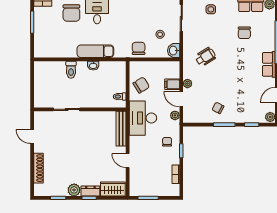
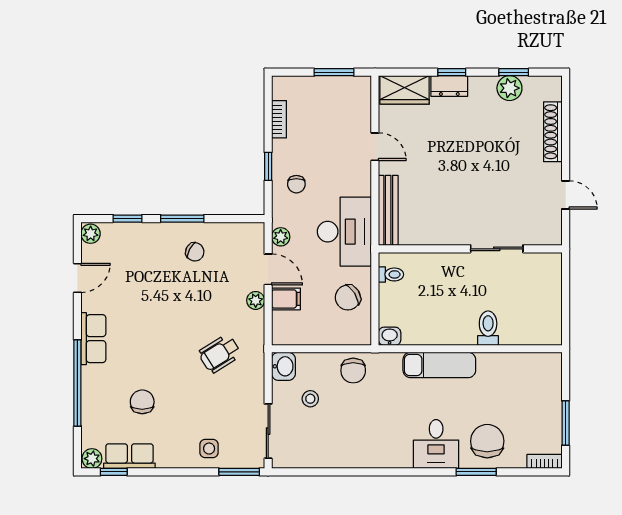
washbasin: (93, 66) -> (390, 336), moved
plant: (74, 190) -> (509, 88), moved

